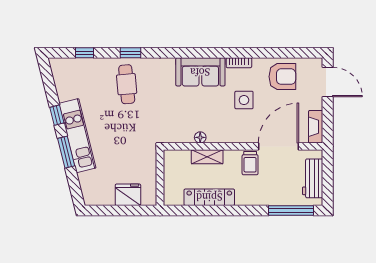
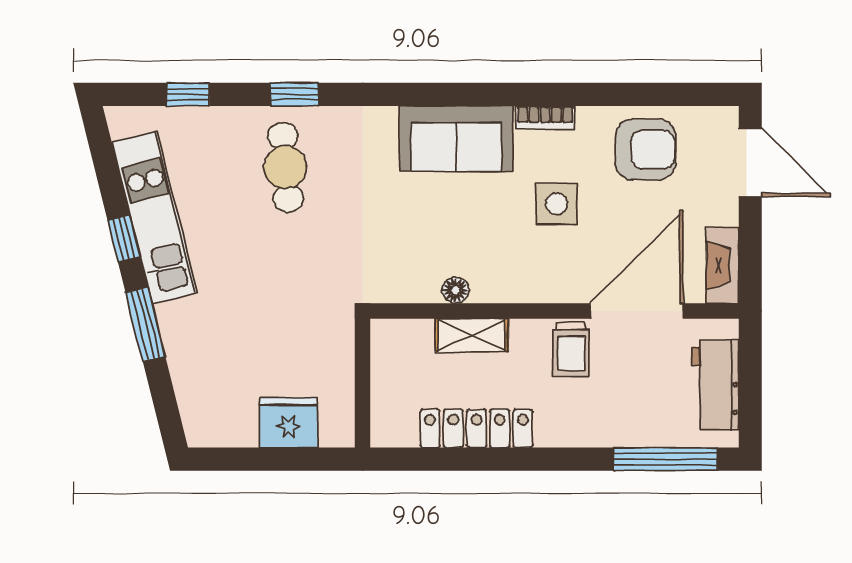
kitchen unit: (77, 136) -> (155, 218), moved

